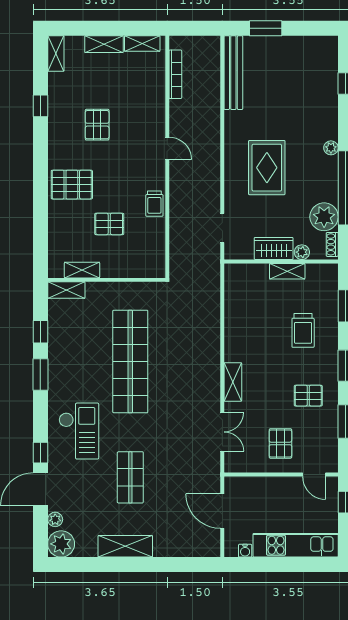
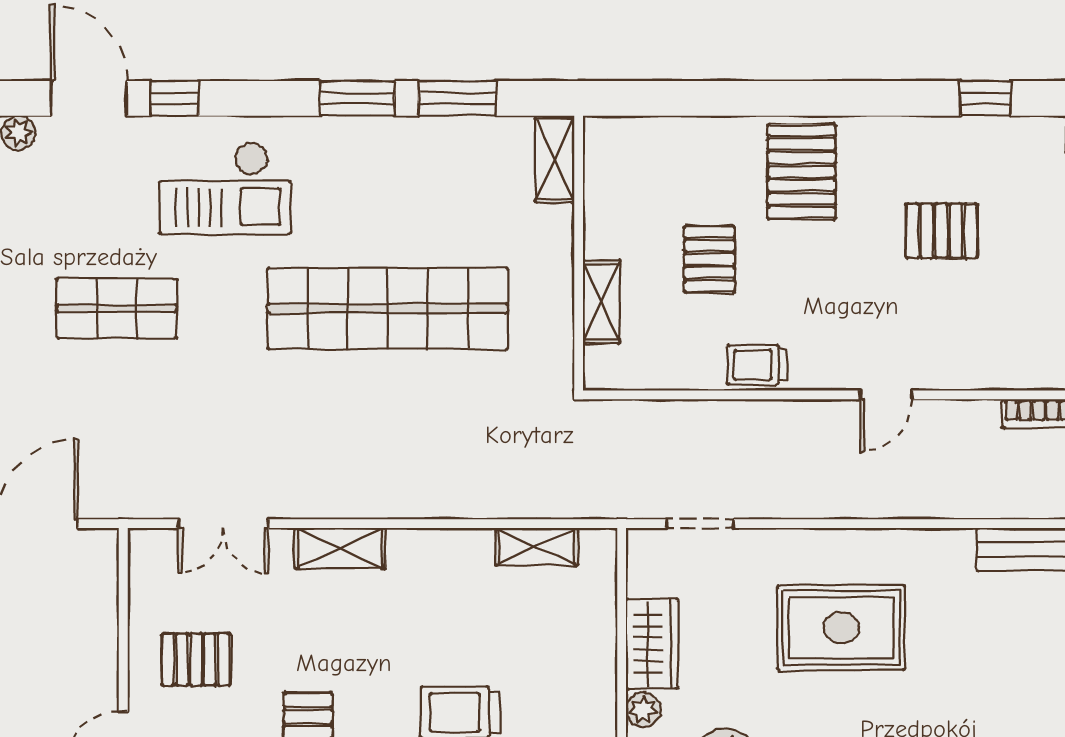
shelving: (82, 270) -> (601, 302), moved
shelving: (287, 271) -> (537, 547), moved, turned 90
window: (40, 332) -> (457, 98), width x1.50

